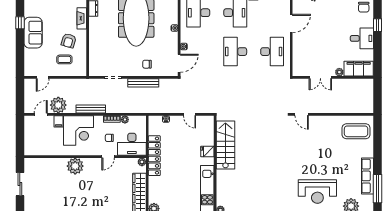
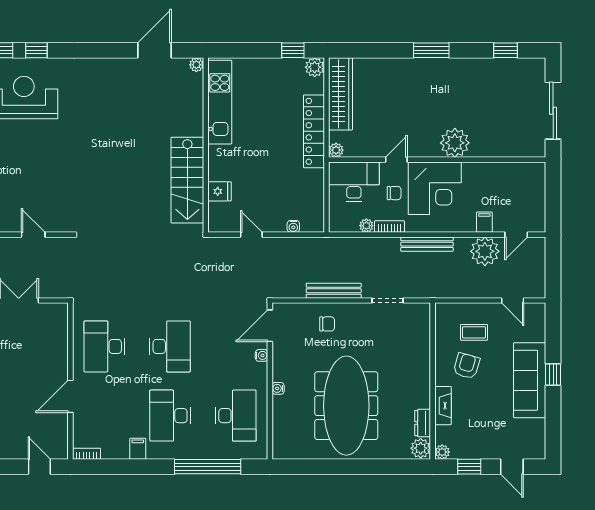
window: (20, 23) -> (553, 374), moved
sofa: (33, 33) -> (530, 380), width x1.36
door: (43, 77) -> (513, 301), swing flipped
door: (302, 114) -> (33, 235), moved
corner desk: (79, 130) -> (435, 188), moved, turned 180
fridge: (207, 151) -> (220, 191), moved
locker: (154, 156) -> (314, 131), moved
sliding door: (20, 184) -> (553, 111), width x1.37

